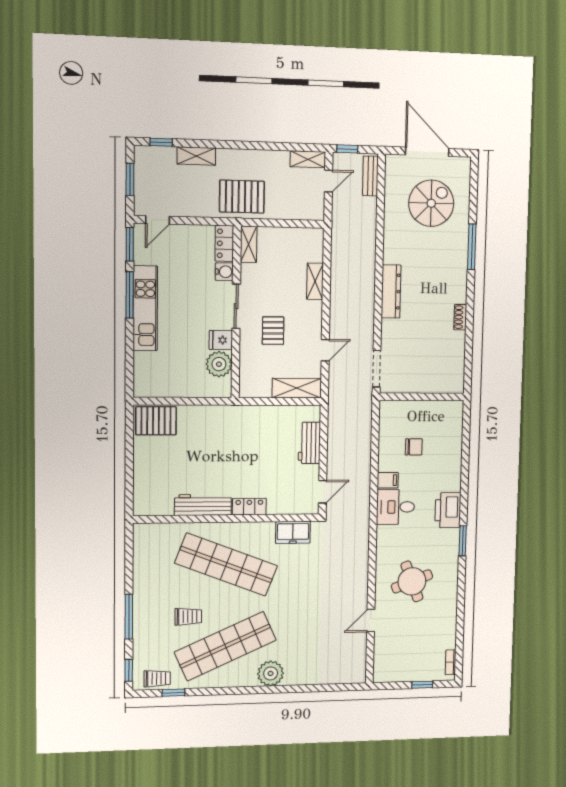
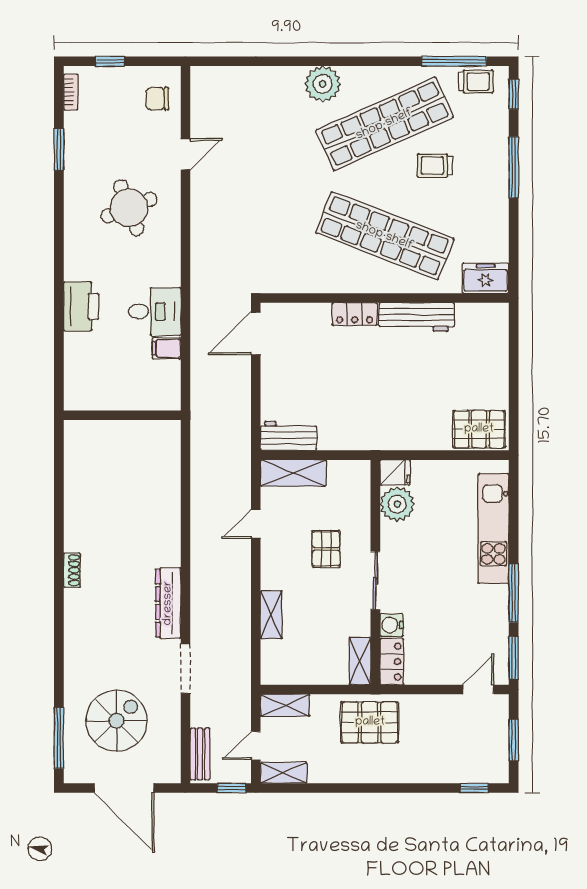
shelving: (196, 156) -> (285, 705), moved
spiral stairs: (431, 203) -> (117, 721), turned 180
window: (472, 247) -> (59, 738), moved
kitchen unit: (145, 308) -> (494, 529), moved
fridge: (221, 340) -> (395, 472), moved
doorway: (377, 369) -> (185, 669), moved
wall: (422, 397) -> (122, 415), moved
workbench: (309, 443) -> (289, 436), moved, turned -90
chair: (414, 447) -> (157, 99), moved
door: (323, 492) -> (256, 333), width x1.38
freezer: (293, 532) -> (486, 278), moved
window: (463, 541) -> (59, 149), moved
trolley: (157, 679) -> (476, 82), turned 180
window: (173, 693) -> (454, 61), width x2.17

